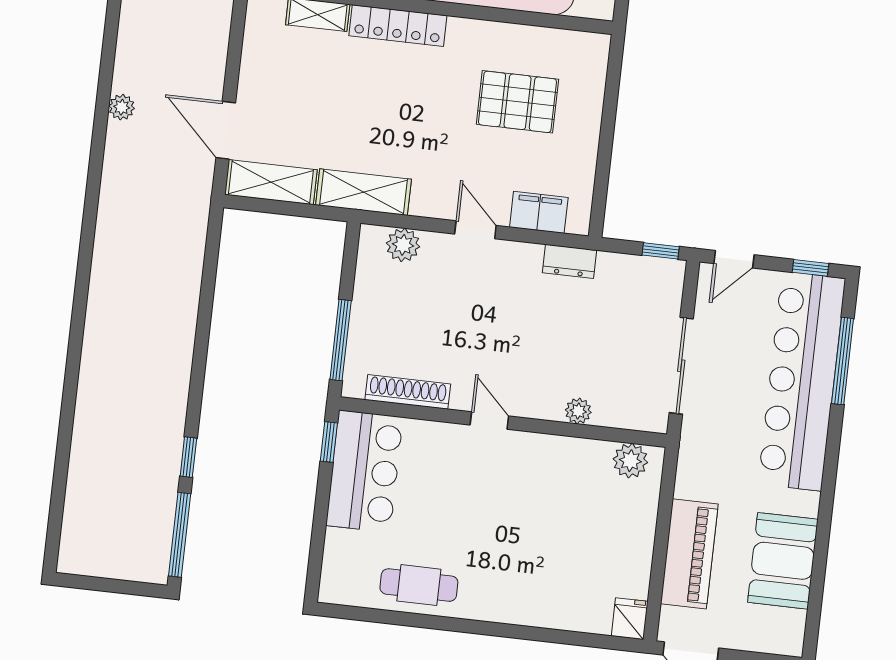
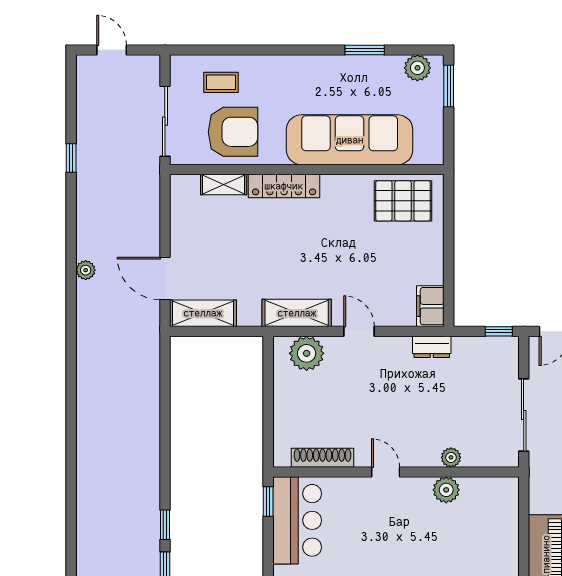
pallet: (517, 102) -> (403, 201), moved
shelving: (363, 192) -> (297, 313), moved
filing cabinet: (539, 212) -> (430, 306), moved, turned -90
plant: (403, 245) -> (307, 353), width x1.36, depth x1.36
window: (341, 340) -> (268, 425), removed
plant: (630, 461) -> (446, 490), moved

